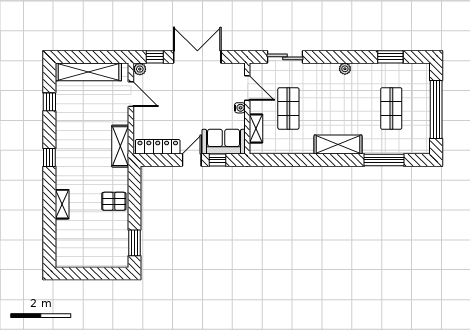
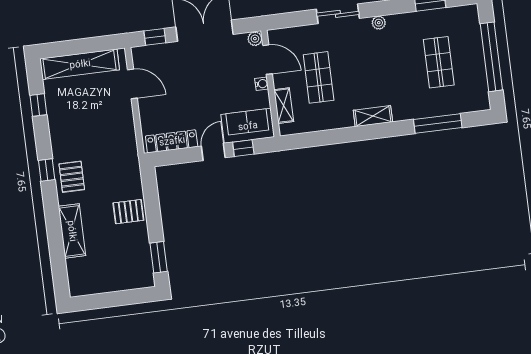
sliding door: (285, 57) -> (338, 14), moved
plant: (140, 69) -> (255, 39), moved
shelving: (338, 144) -> (373, 116), width x0.67, depth x0.75
shelving: (120, 146) -> (128, 146), removed
pallet: (70, 166) -> (72, 177), added
shelving: (62, 204) -> (72, 231), width x1.50, depth x1.33

